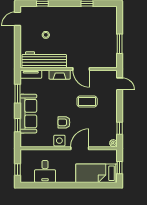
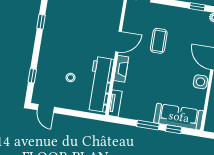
window: (17, 94) -> (148, 125), moved
sofa: (28, 114) -> (179, 117), moved
armchair: (64, 122) -> (179, 73), removed

